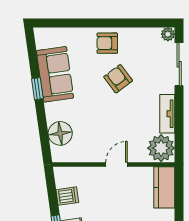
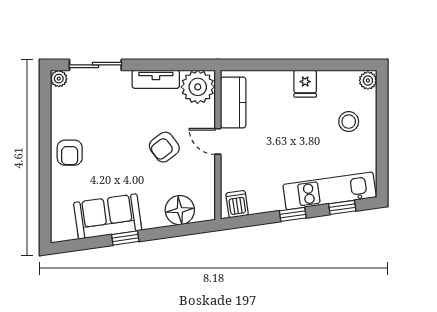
armchair: (118, 79) -> (164, 147), moved
kitchen counter: (164, 187) -> (233, 102), moved, turned -90
dishwasher: (67, 196) -> (237, 204), moved

